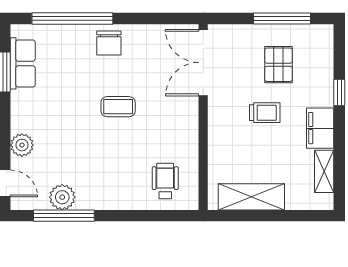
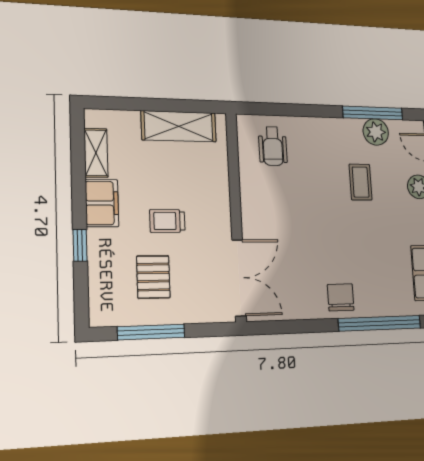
coffee table: (118, 107) -> (361, 182), moved, turned 90

